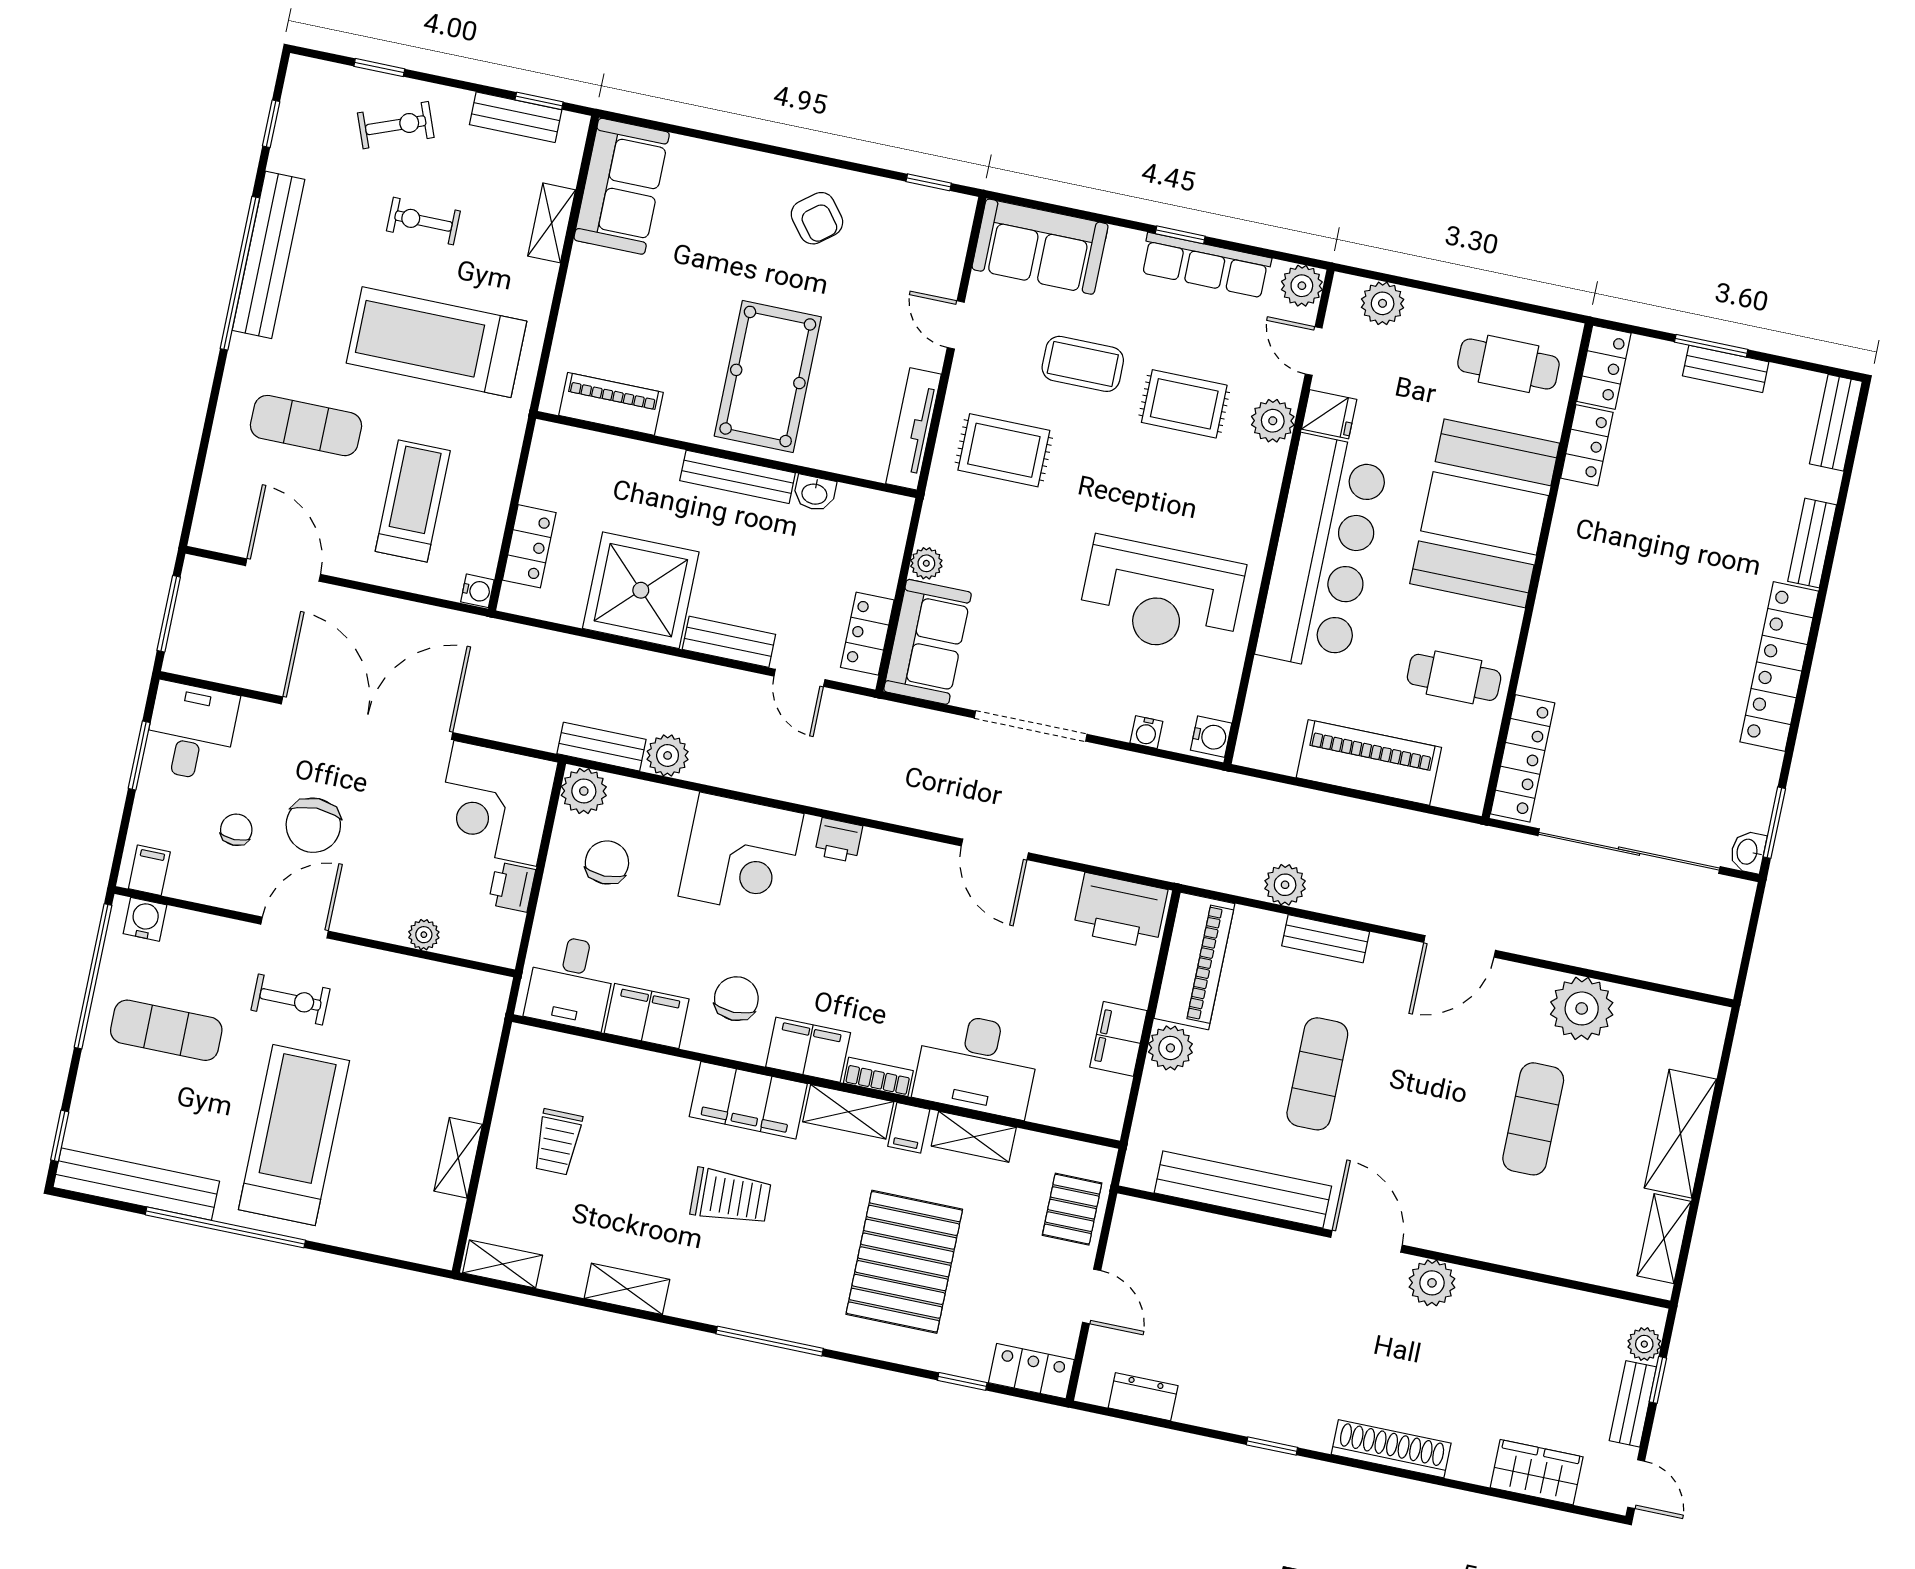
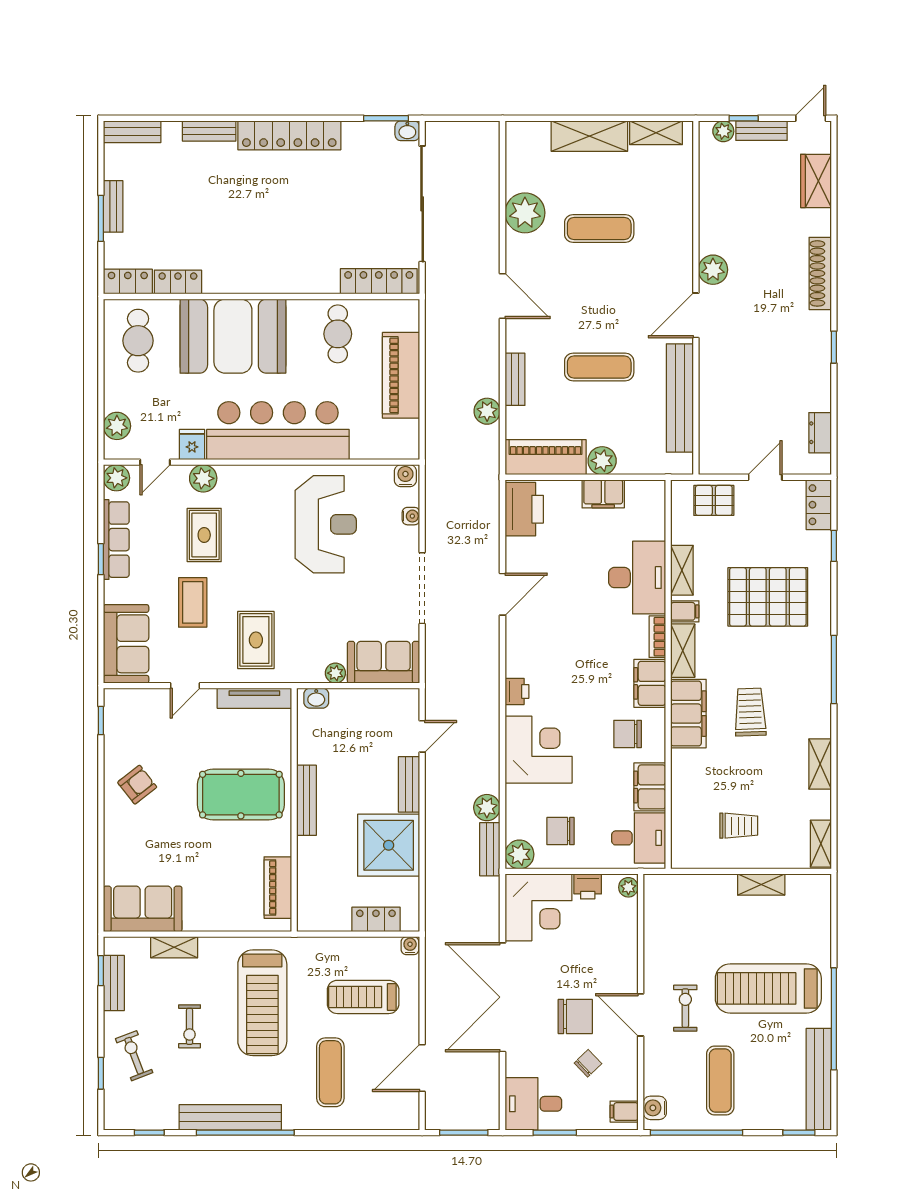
washbasin: (815, 493) -> (316, 698), moved, turned 90
locker: (867, 634) -> (386, 700), removed
chair: (236, 830) -> (588, 1063), turned 136
plant: (424, 935) -> (628, 887), moved

